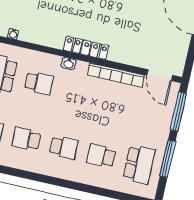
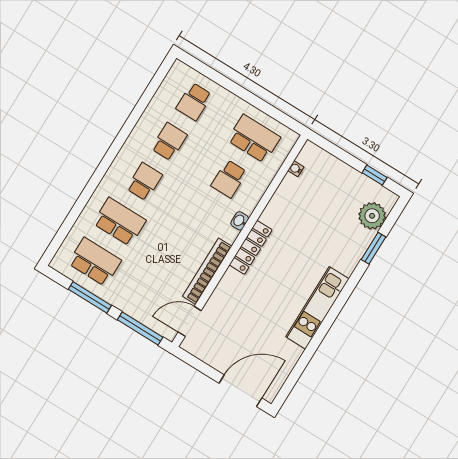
school desk: (64, 148) -> (144, 182), turned 180
school desk: (101, 156) -> (120, 222), width x1.85
school desk: (139, 164) -> (95, 262), turned 180

